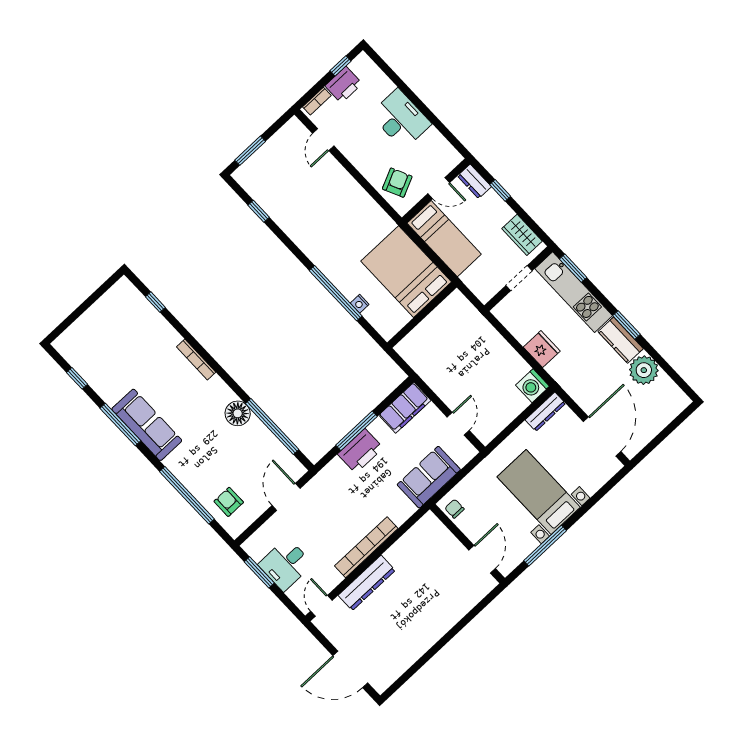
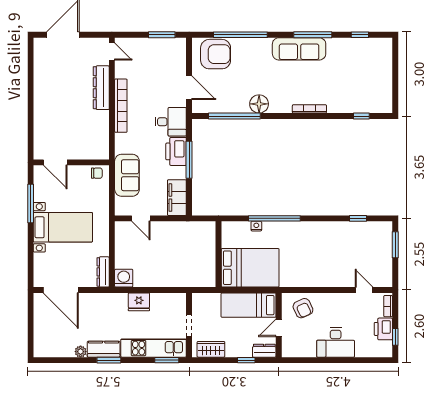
plant: (644, 370) -> (81, 352), width x0.53, depth x0.53
armchair: (229, 502) -> (216, 54), width x1.88, depth x1.88
desk: (286, 564) -> (171, 122), moved, turned 90

